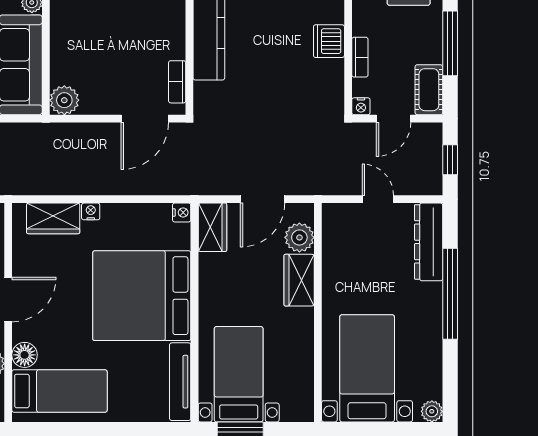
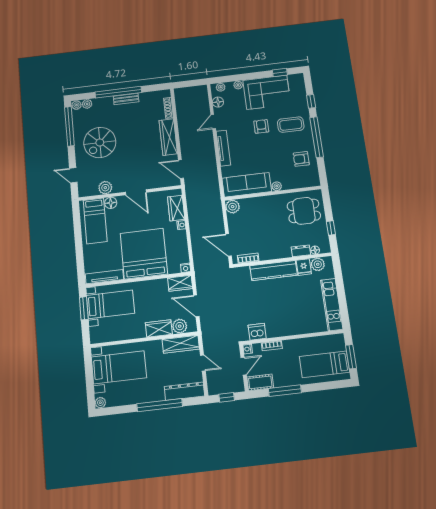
dishwasher: (329, 41) -> (257, 332), moved
door: (394, 119) -> (244, 366), swing flipped
door: (378, 199) -> (203, 363), hinge flipped
wardrobe: (336, 239) -> (181, 344), added

